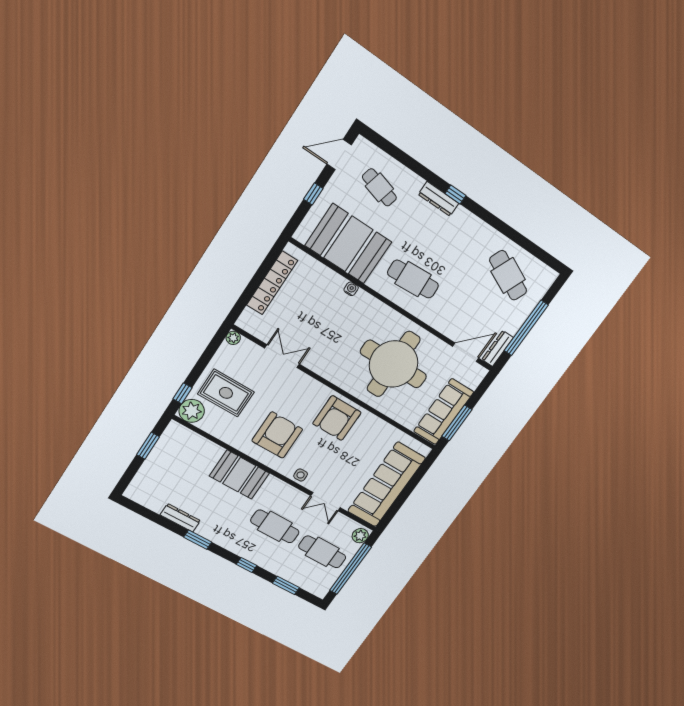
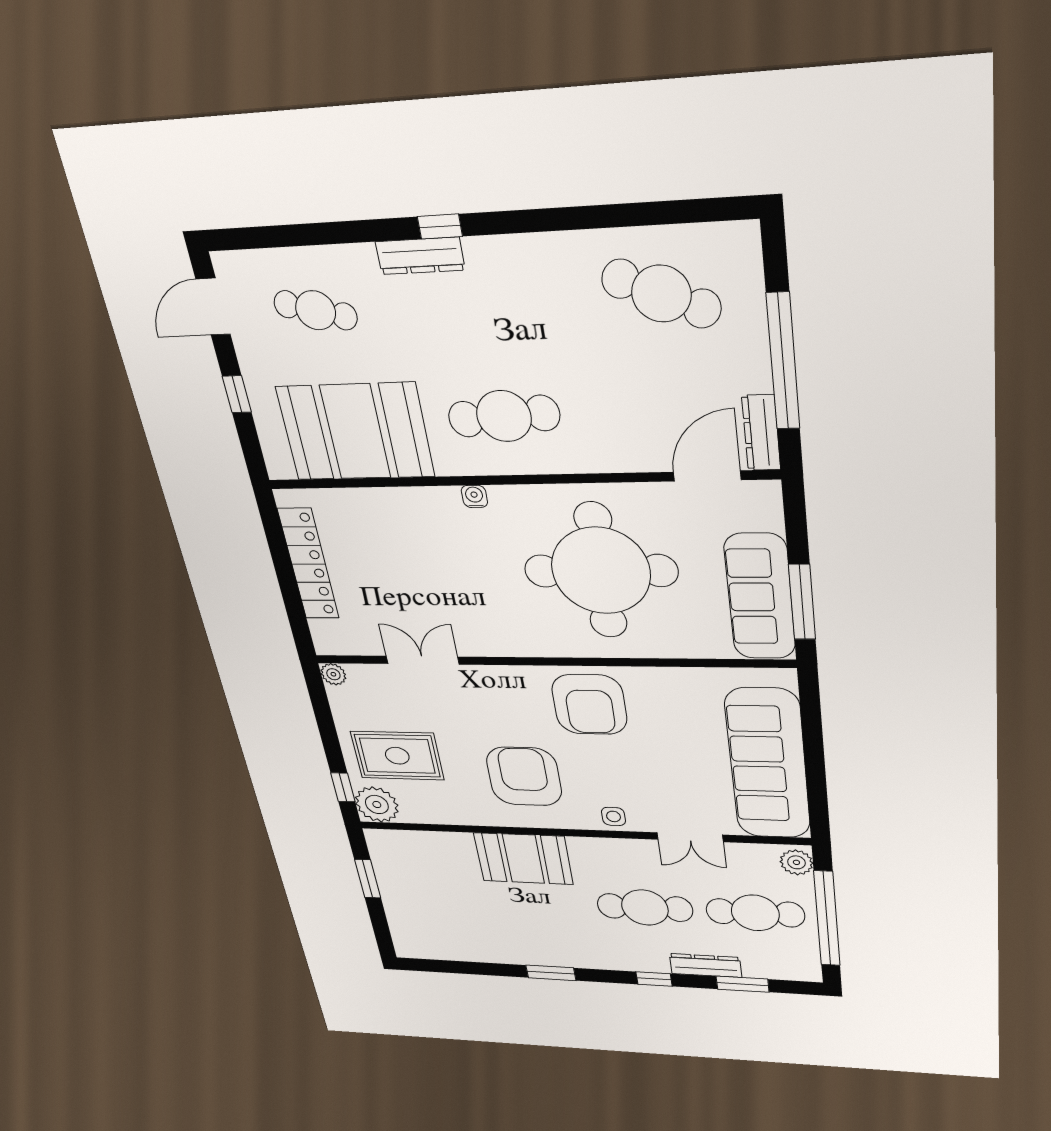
water cooler: (351, 289) -> (474, 496), moved
dresser: (180, 518) -> (706, 966), moved

